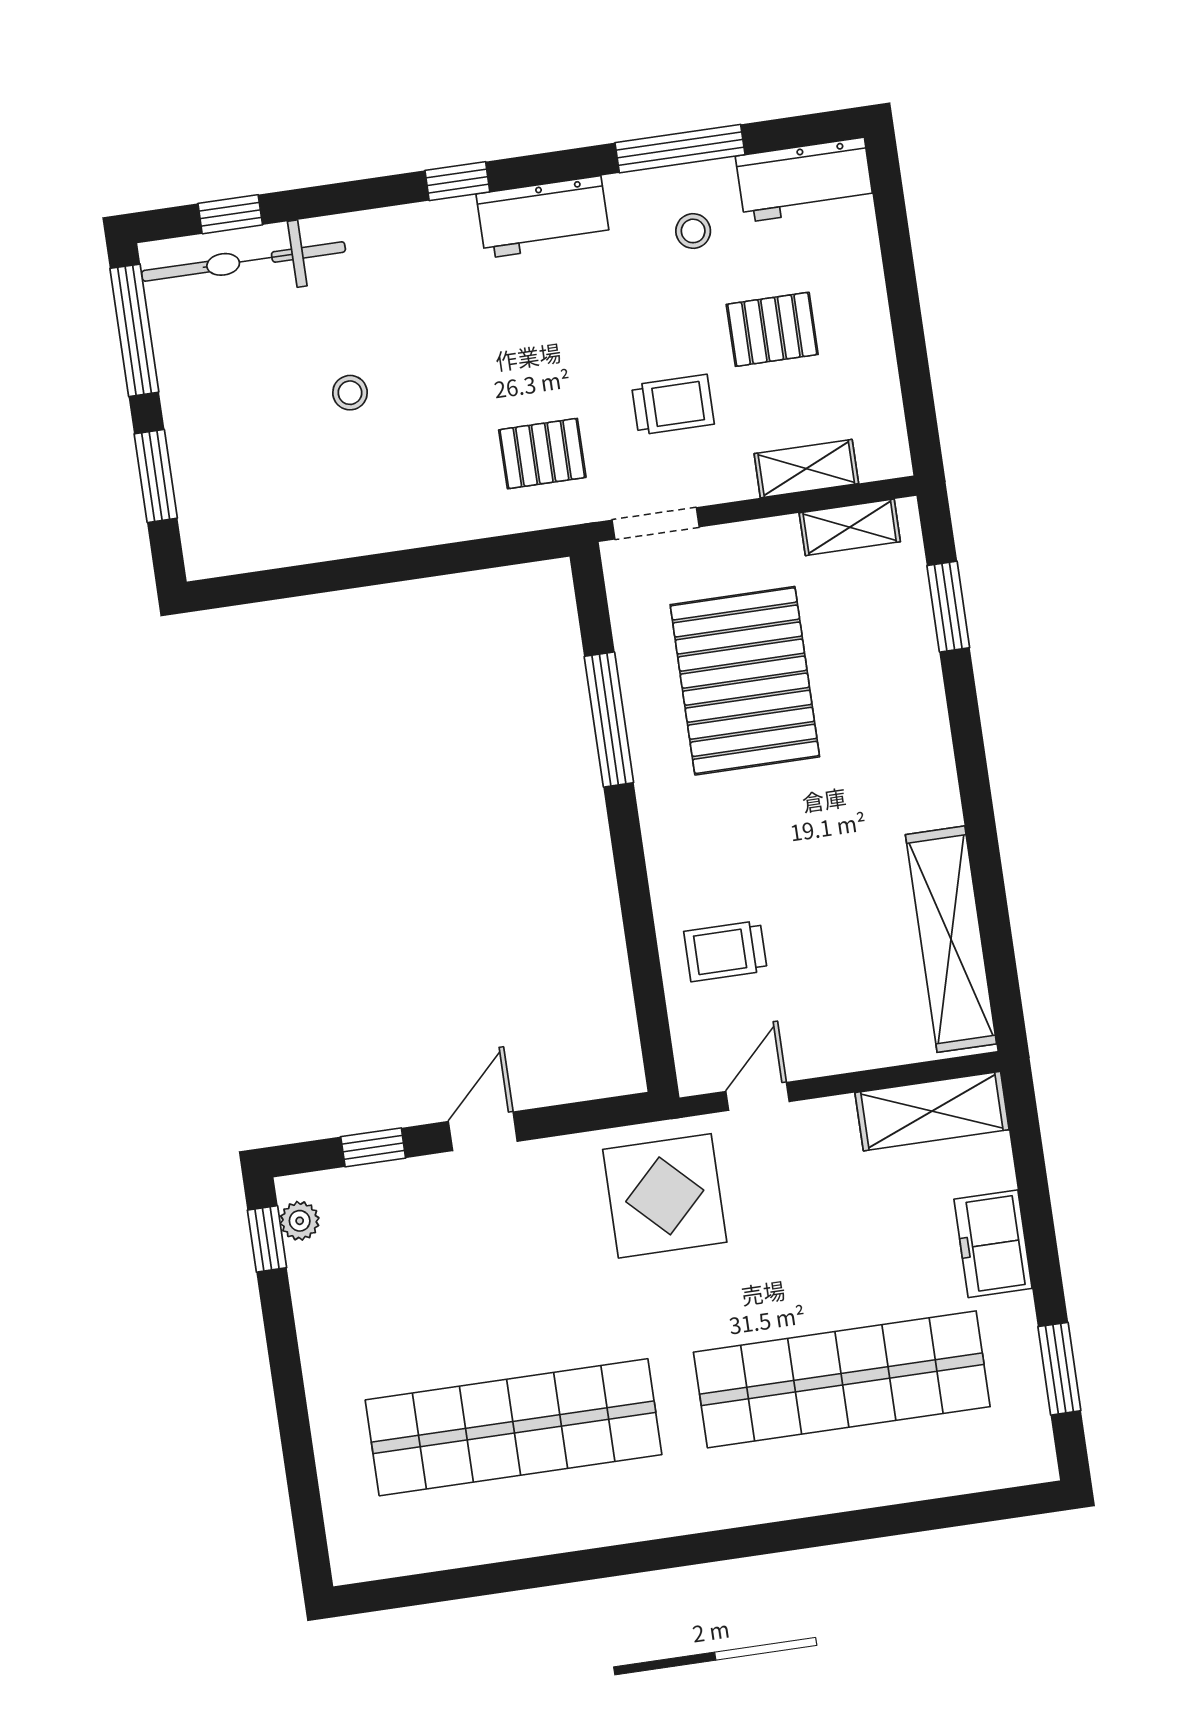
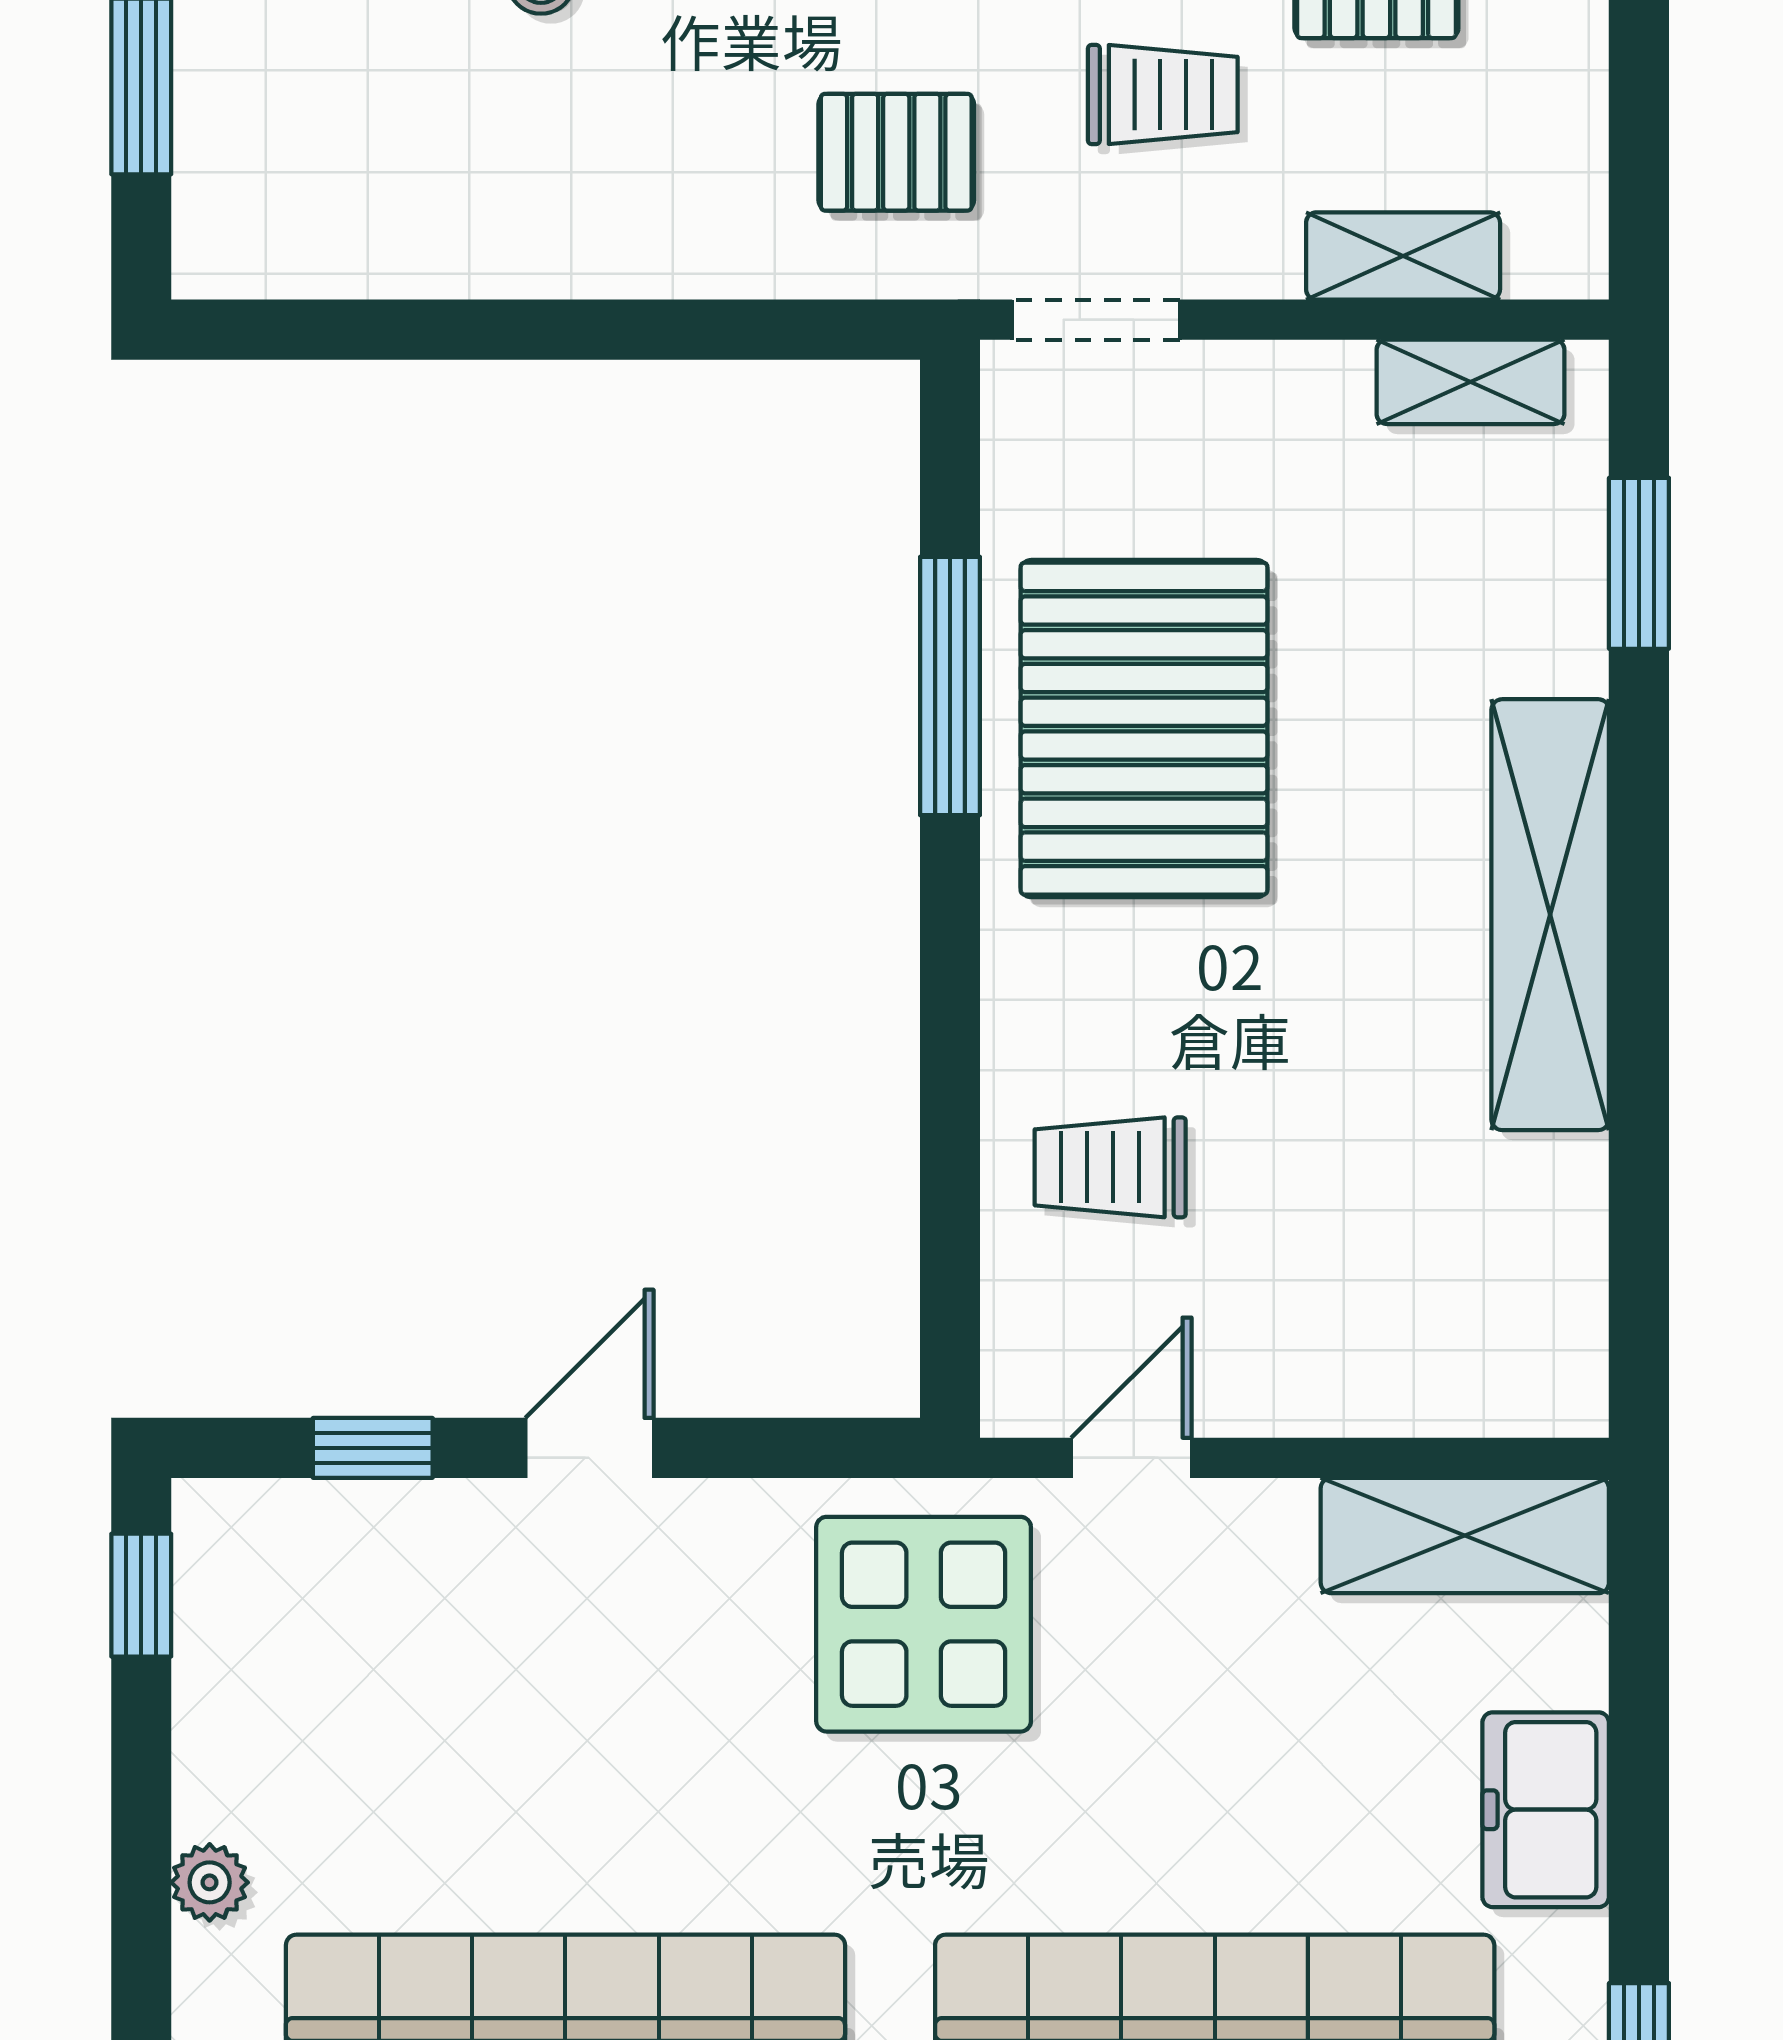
pallet: (745, 681) -> (1144, 729), moved
shelving: (951, 939) -> (1550, 915), moved
plant: (300, 1221) -> (210, 1882), moved

